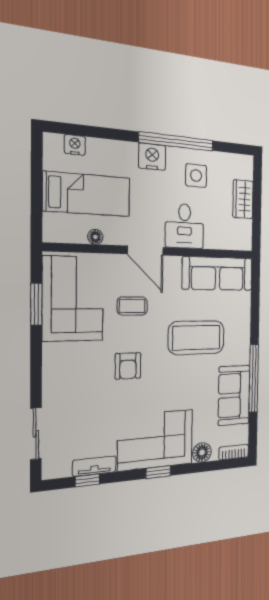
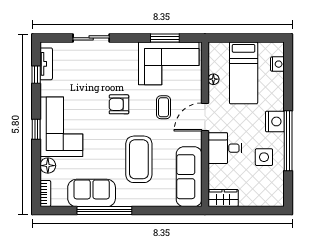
wardrobe: (243, 199) -> (223, 198), moved
sliding door: (36, 434) -> (91, 38), moved
tv unit: (94, 466) -> (46, 64), moved

